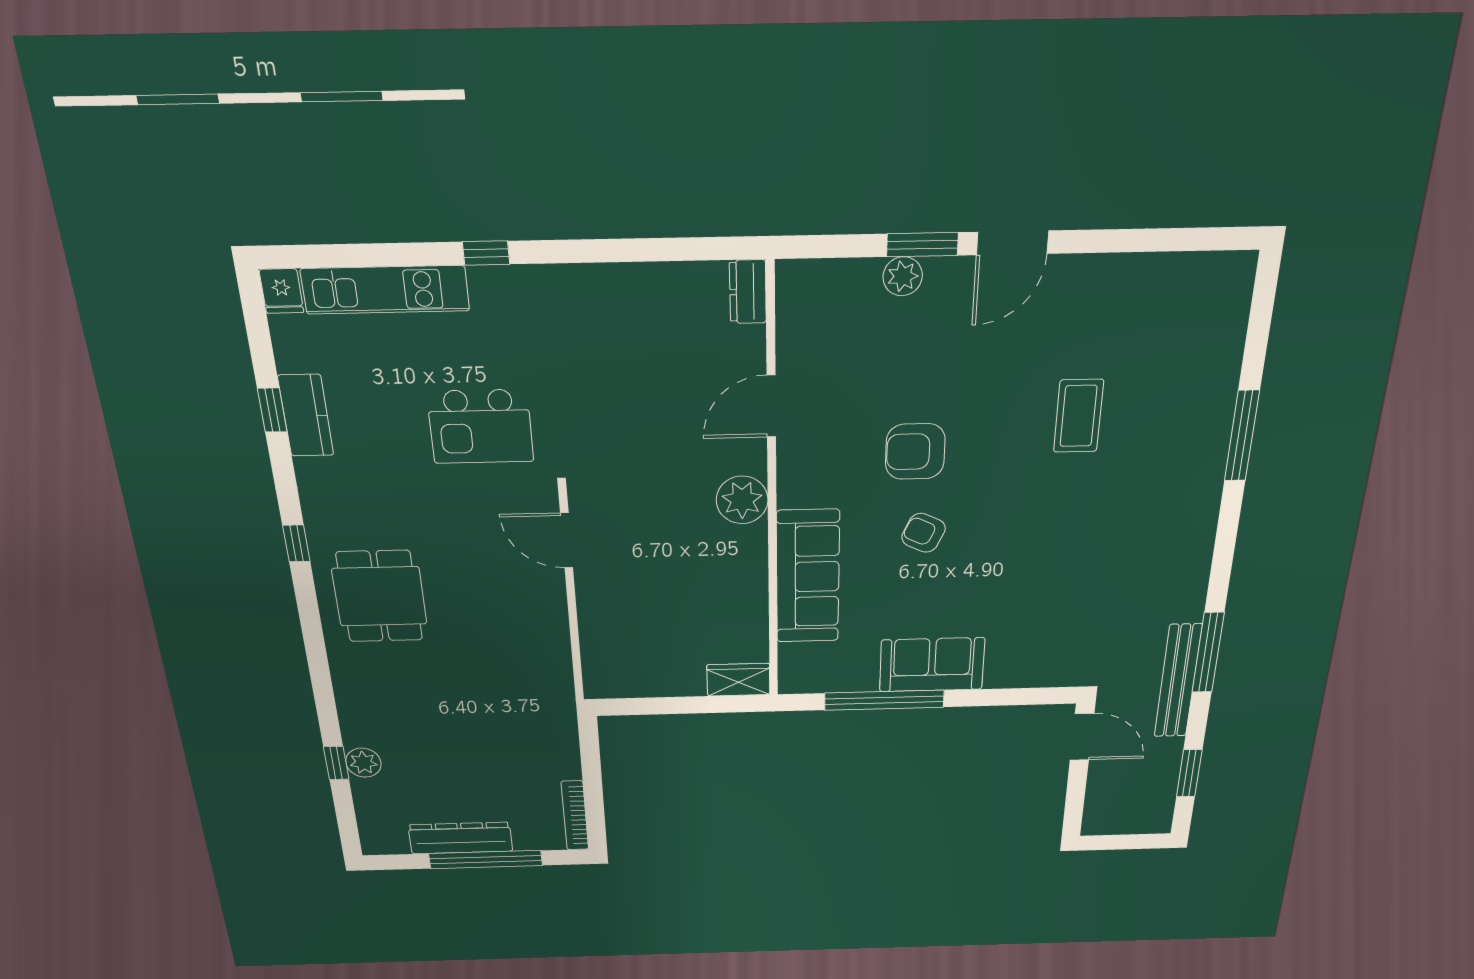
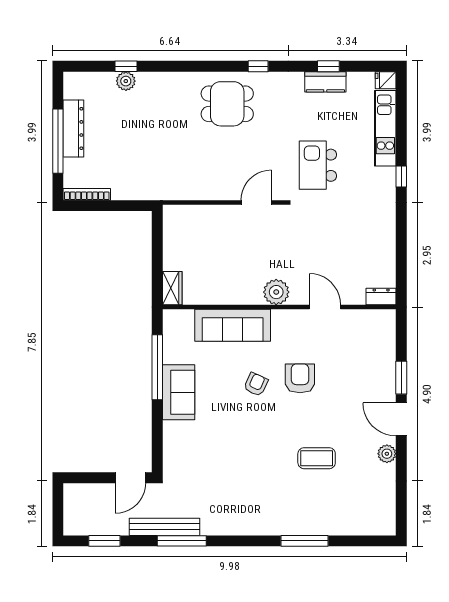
plant: (903, 276) -> (387, 454), moved

